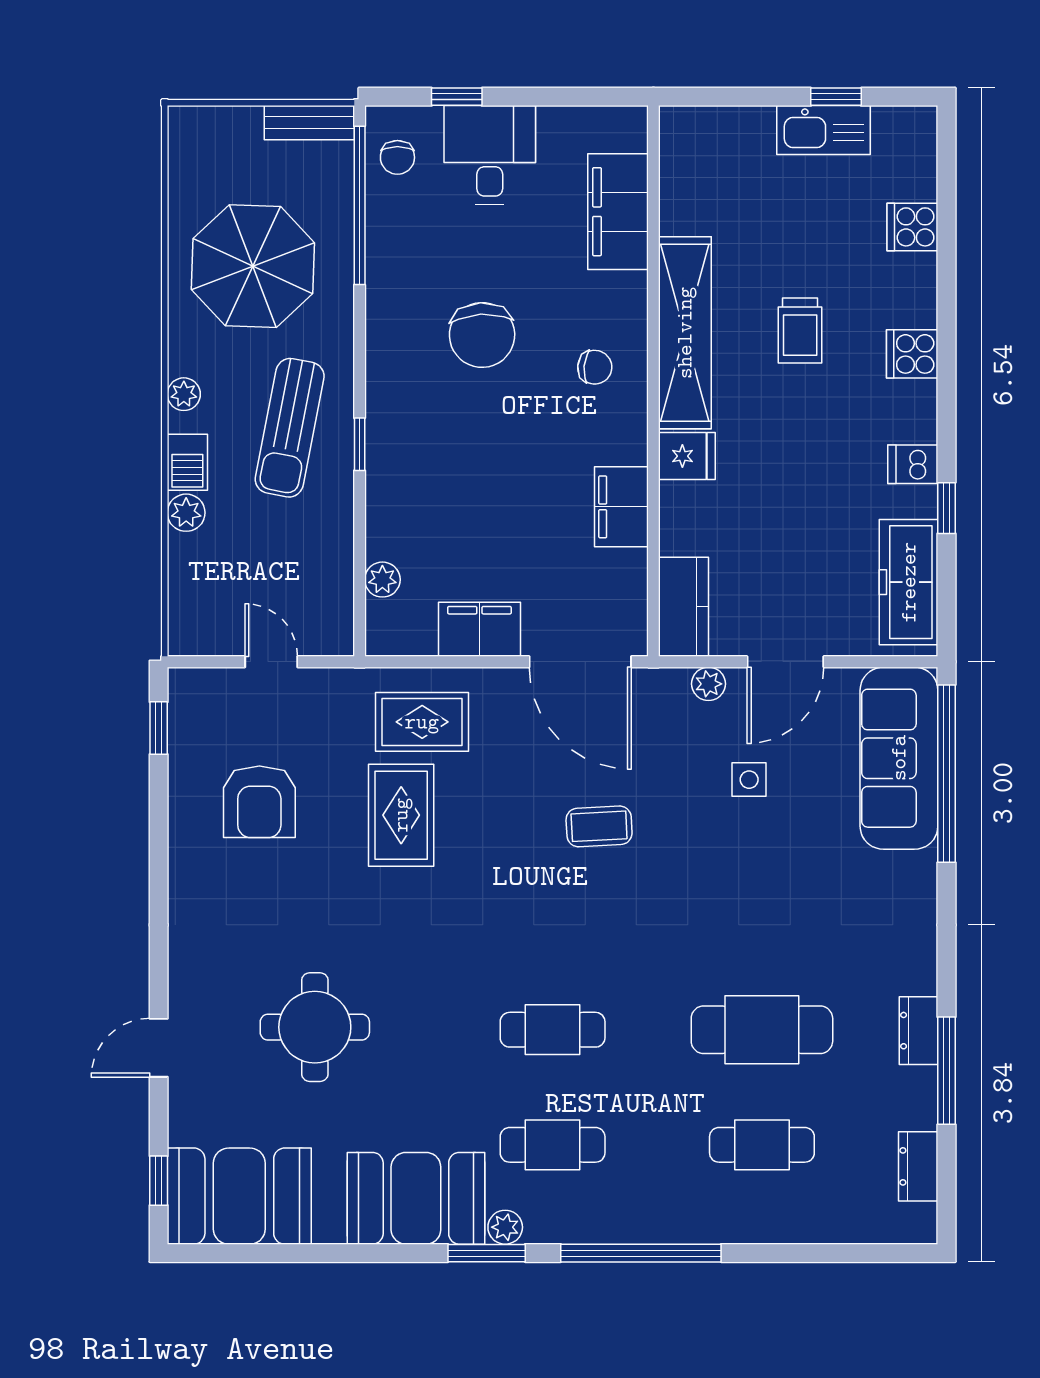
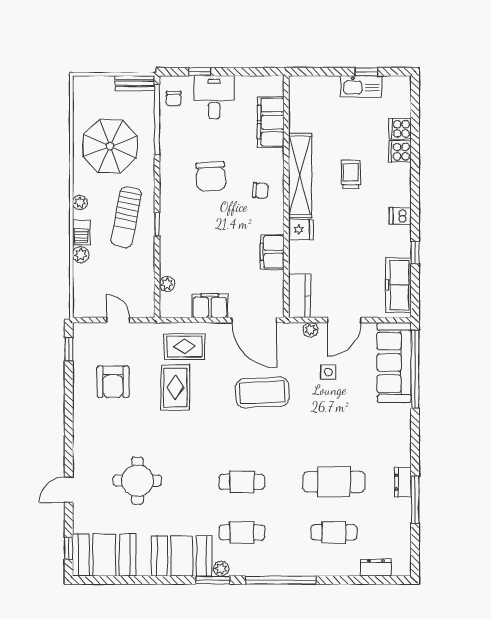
trolley: (800, 330) -> (351, 174), turned 180
cooker: (912, 354) -> (400, 152), moved
dishwasher: (913, 464) -> (400, 216), moved
coffee table: (599, 826) -> (262, 392), width x1.86, depth x1.72
dresser: (918, 1166) -> (376, 568), moved, turned 90

